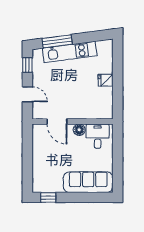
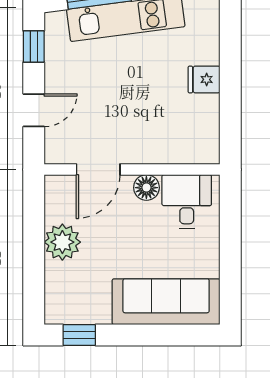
door: (27, 94) -> (34, 110), hinge flipped
door: (57, 121) -> (98, 170), hinge flipped
plant: (41, 155) -> (62, 242), added

